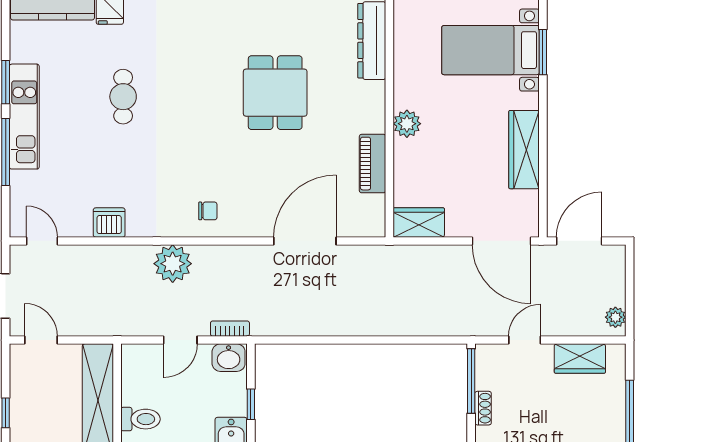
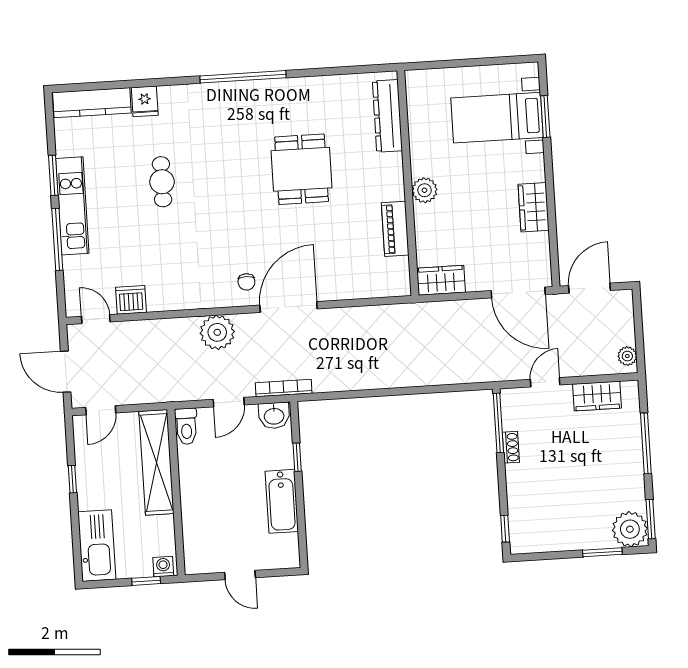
wardrobe: (524, 150) -> (534, 207), width x0.67
chair: (208, 211) -> (246, 282), turned 90
dishwasher: (109, 223) -> (131, 300), moved
door: (305, 241) -> (289, 307), moved
bookcase: (230, 329) -> (284, 388), width x1.56
door: (41, 340) -> (101, 410), swing flipped
toilet: (140, 419) -> (186, 426), moved, turned 90

